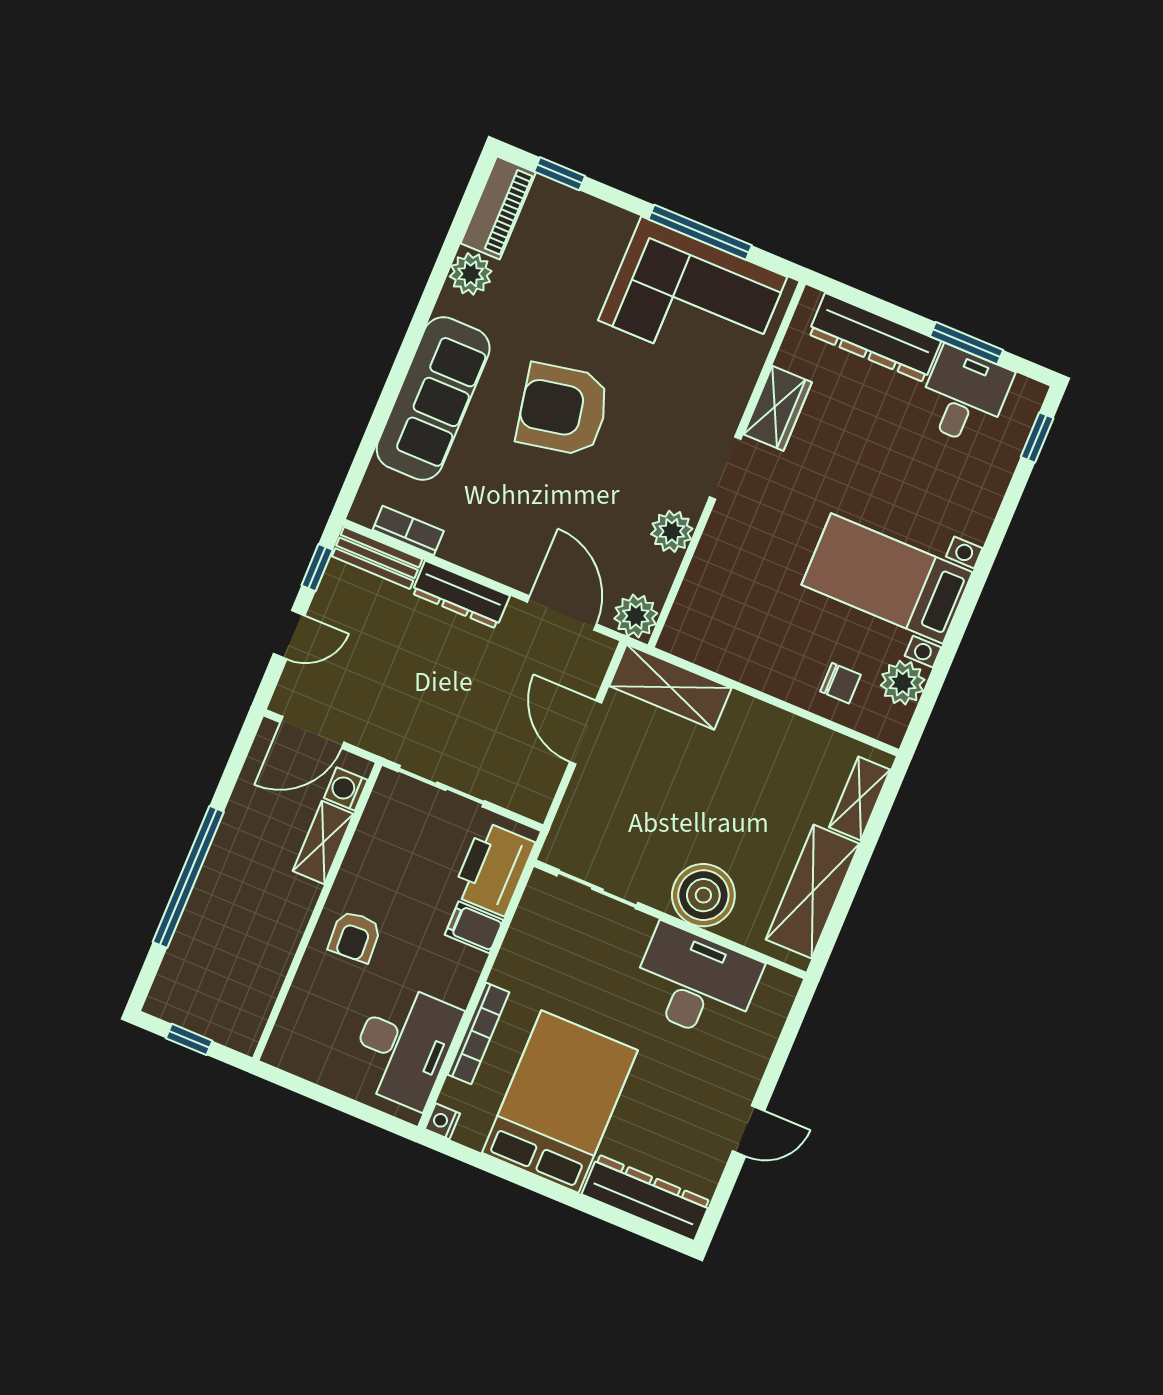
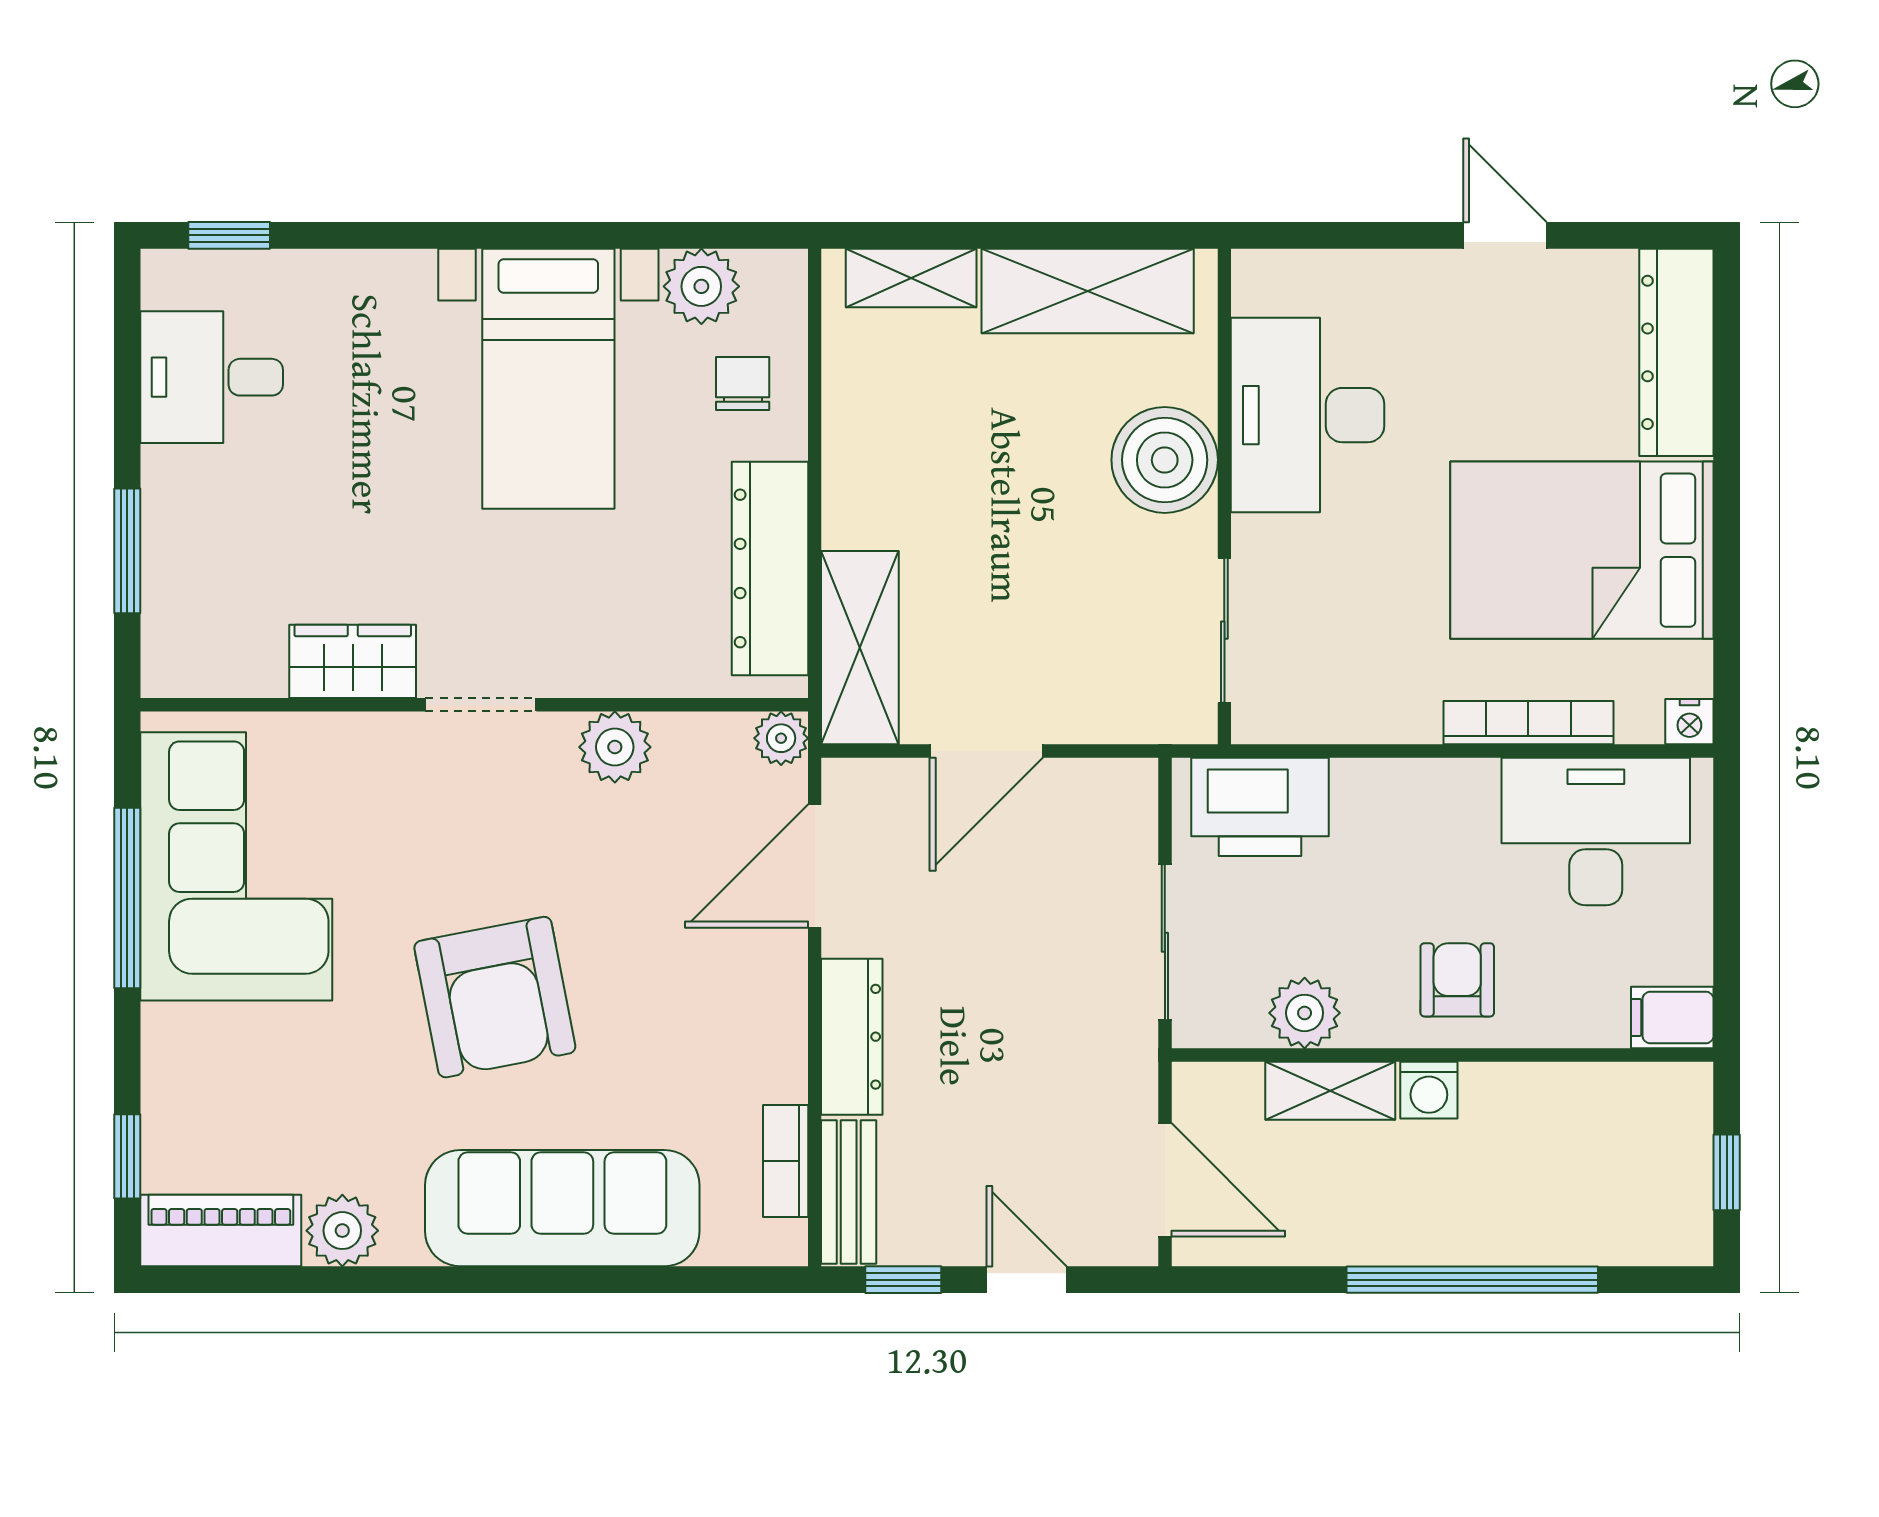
dresser: (875, 338) -> (770, 568), moved, turned 180
window: (966, 343) -> (127, 551), moved
plant: (636, 616) -> (781, 738), width x0.73, depth x0.73
washing machine: (346, 789) -> (1429, 1090), moved
plant: (371, 846) -> (1305, 1013), added
filing cabinet: (474, 927) -> (1672, 1017), moved, turned 90
armchair: (355, 937) -> (1457, 980), turned -87

